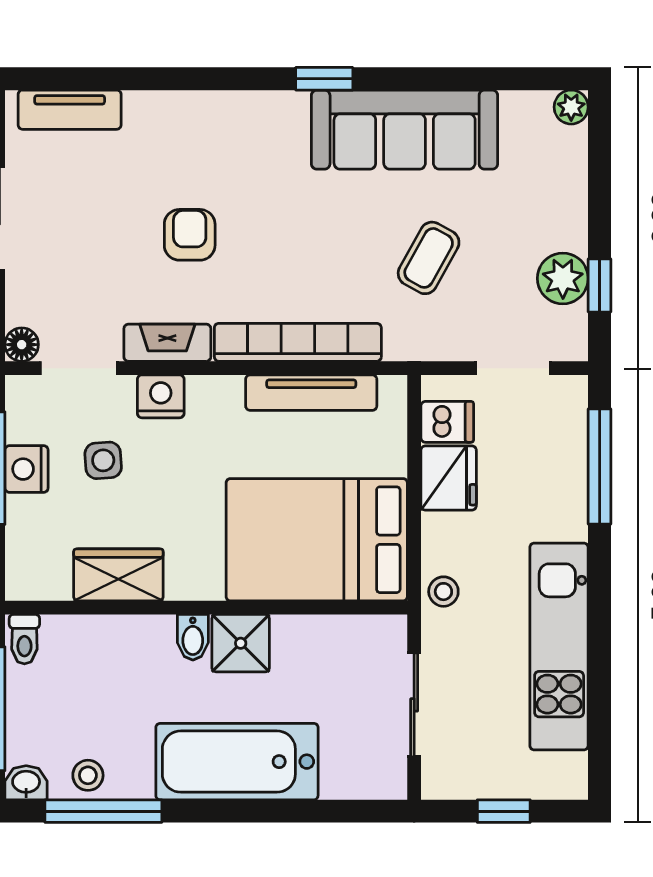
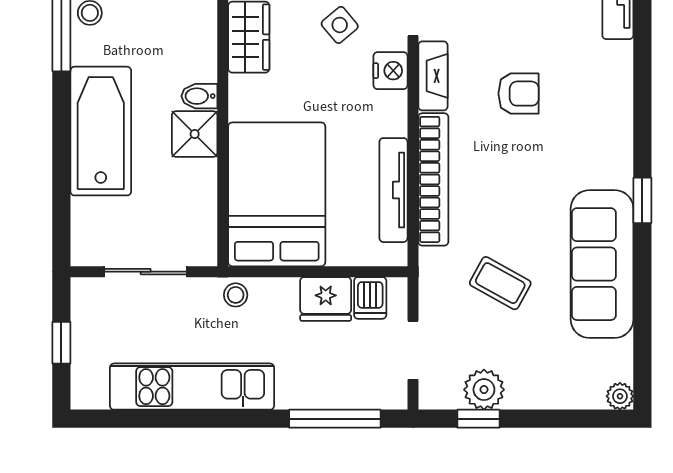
side table: (103, 460) -> (340, 25), turned -36

